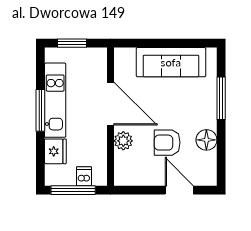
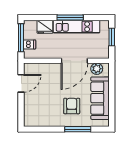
floor lamp: (206, 140) -> (52, 120), removed
plant: (123, 141) -> (97, 69), moved
armchair: (167, 143) -> (72, 106), moved
door: (179, 190) -> (21, 83), moved

